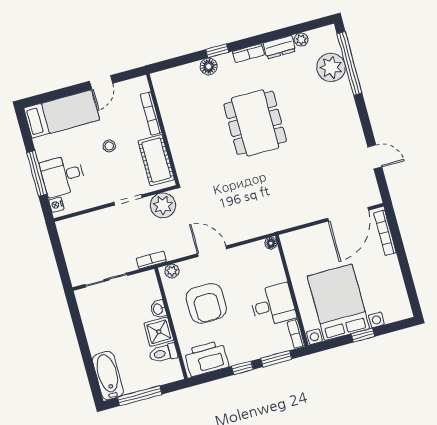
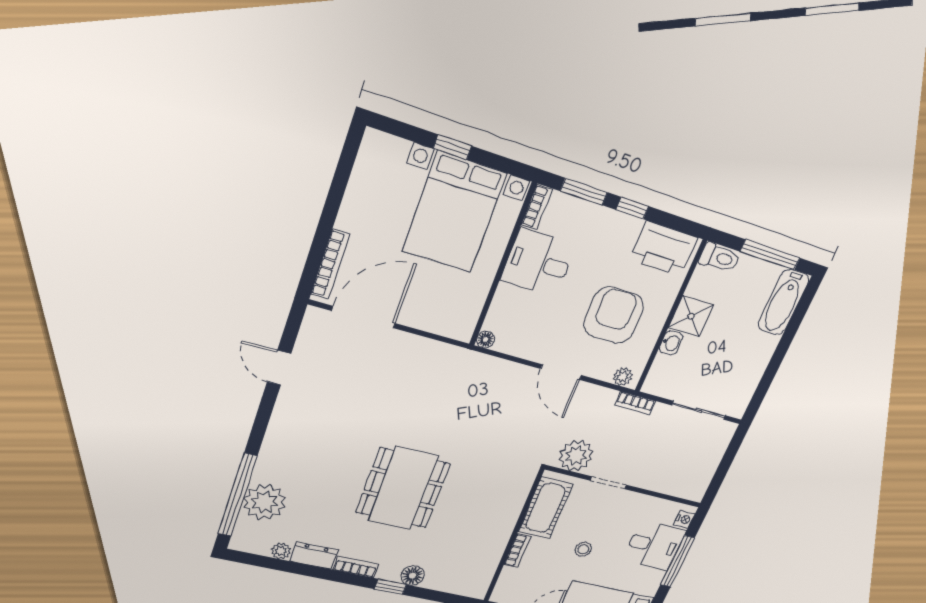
bookcase: (151, 114) -> (517, 551), width x0.64
toilet: (163, 353) -> (719, 258), moved

